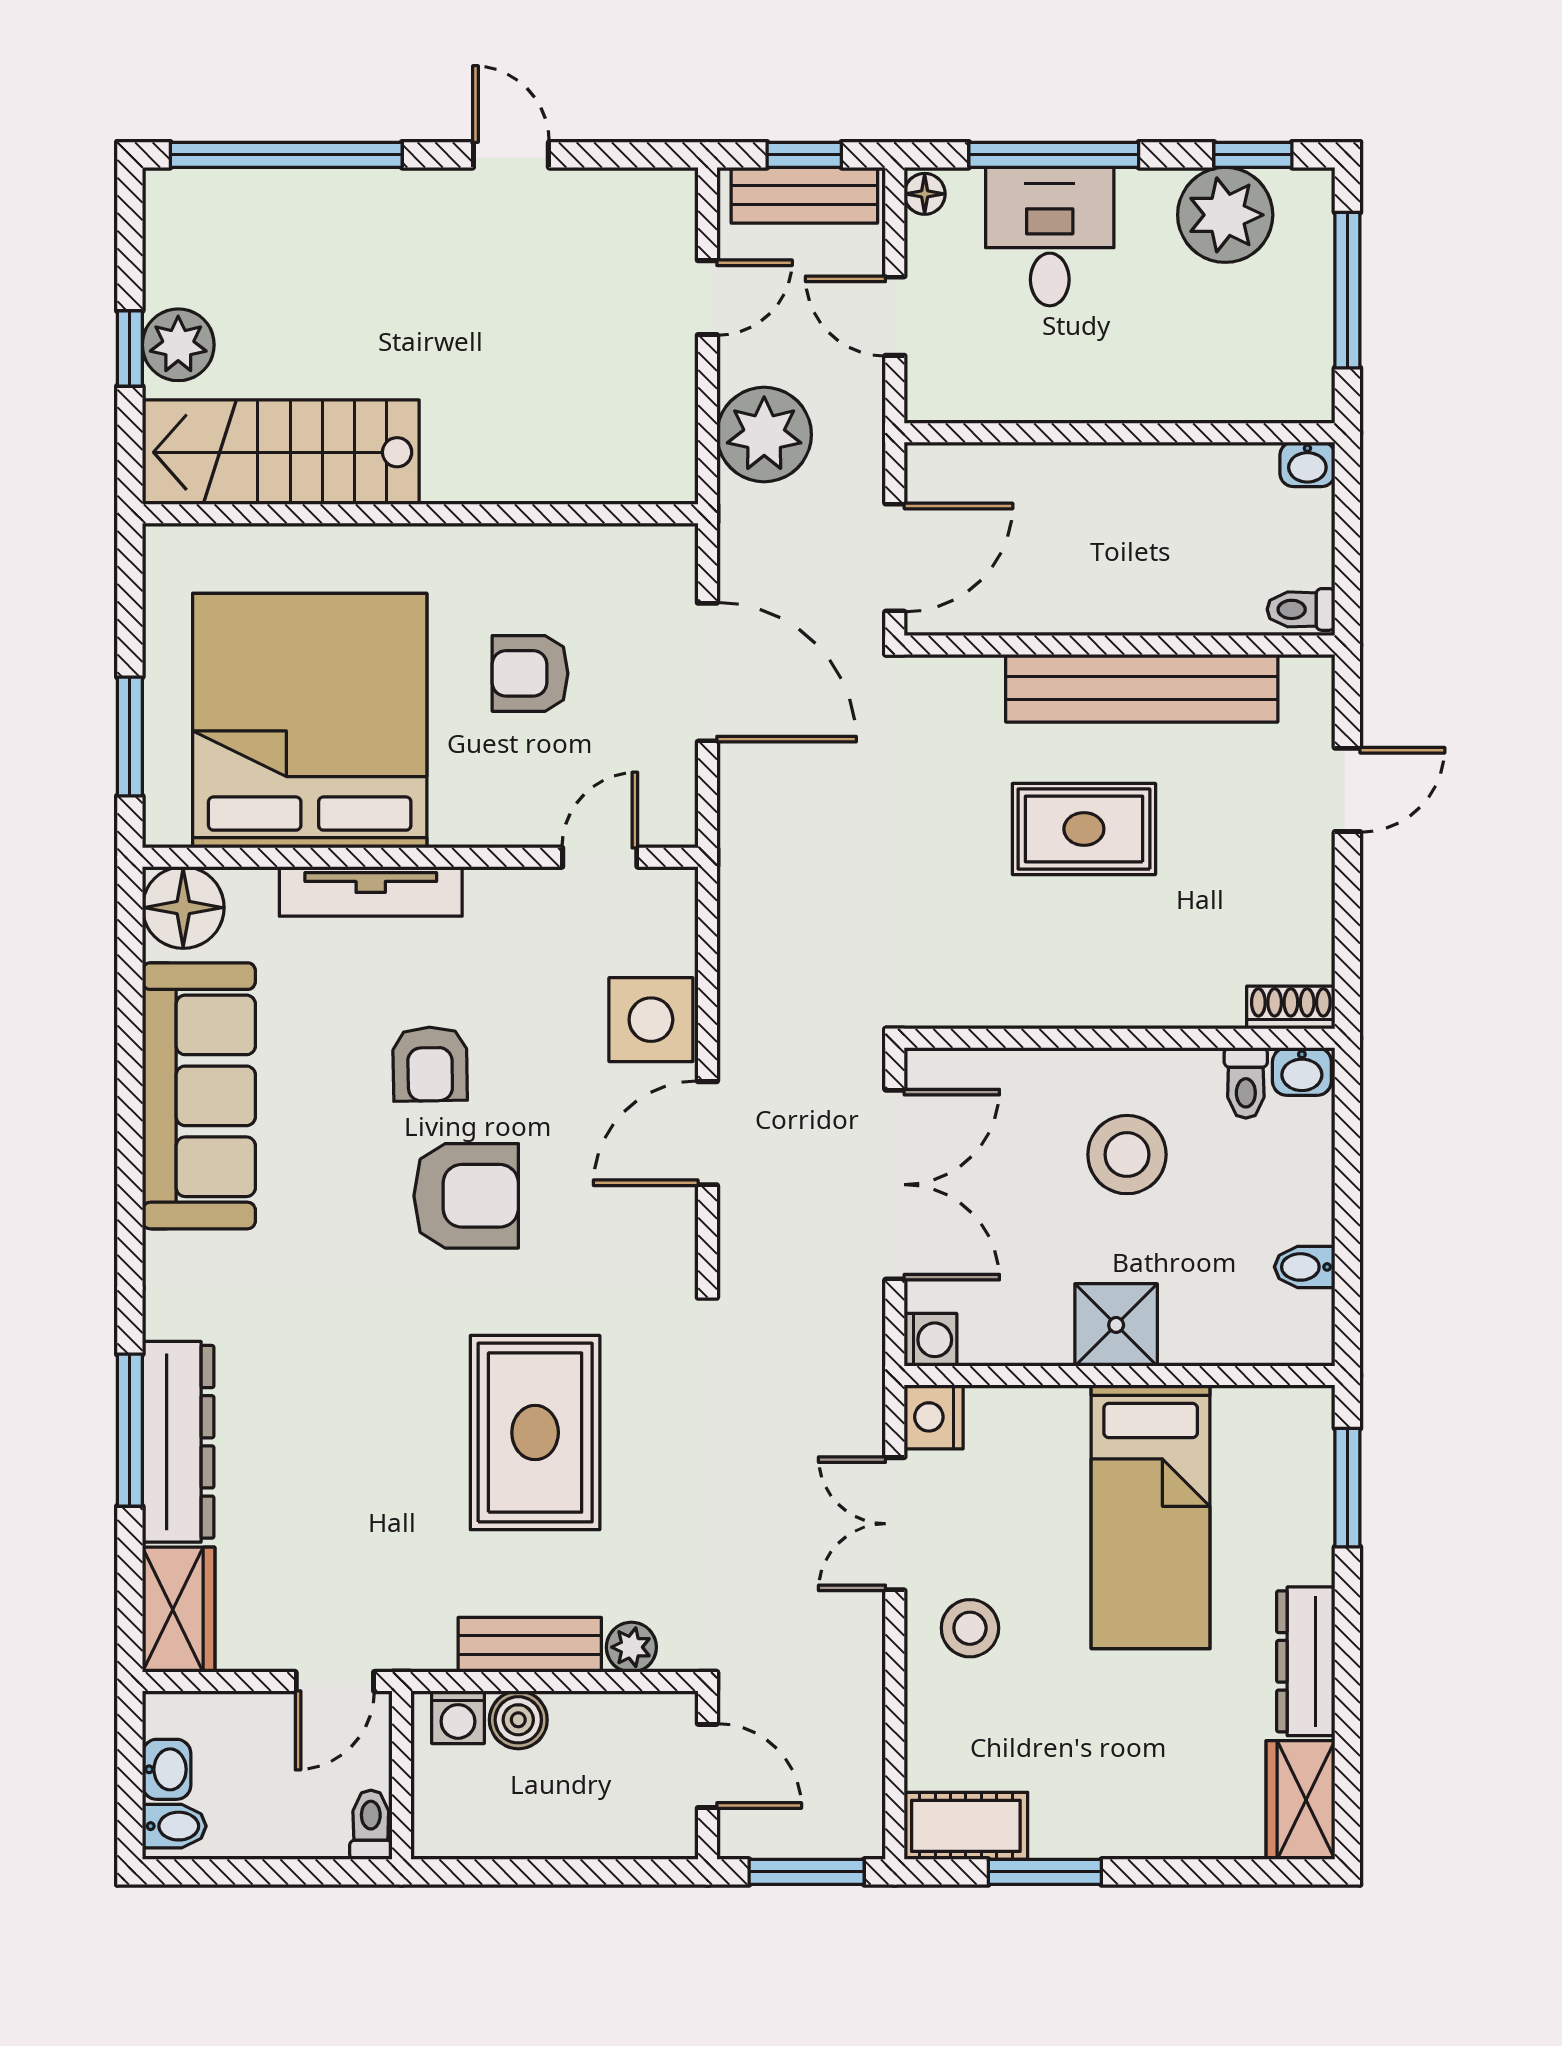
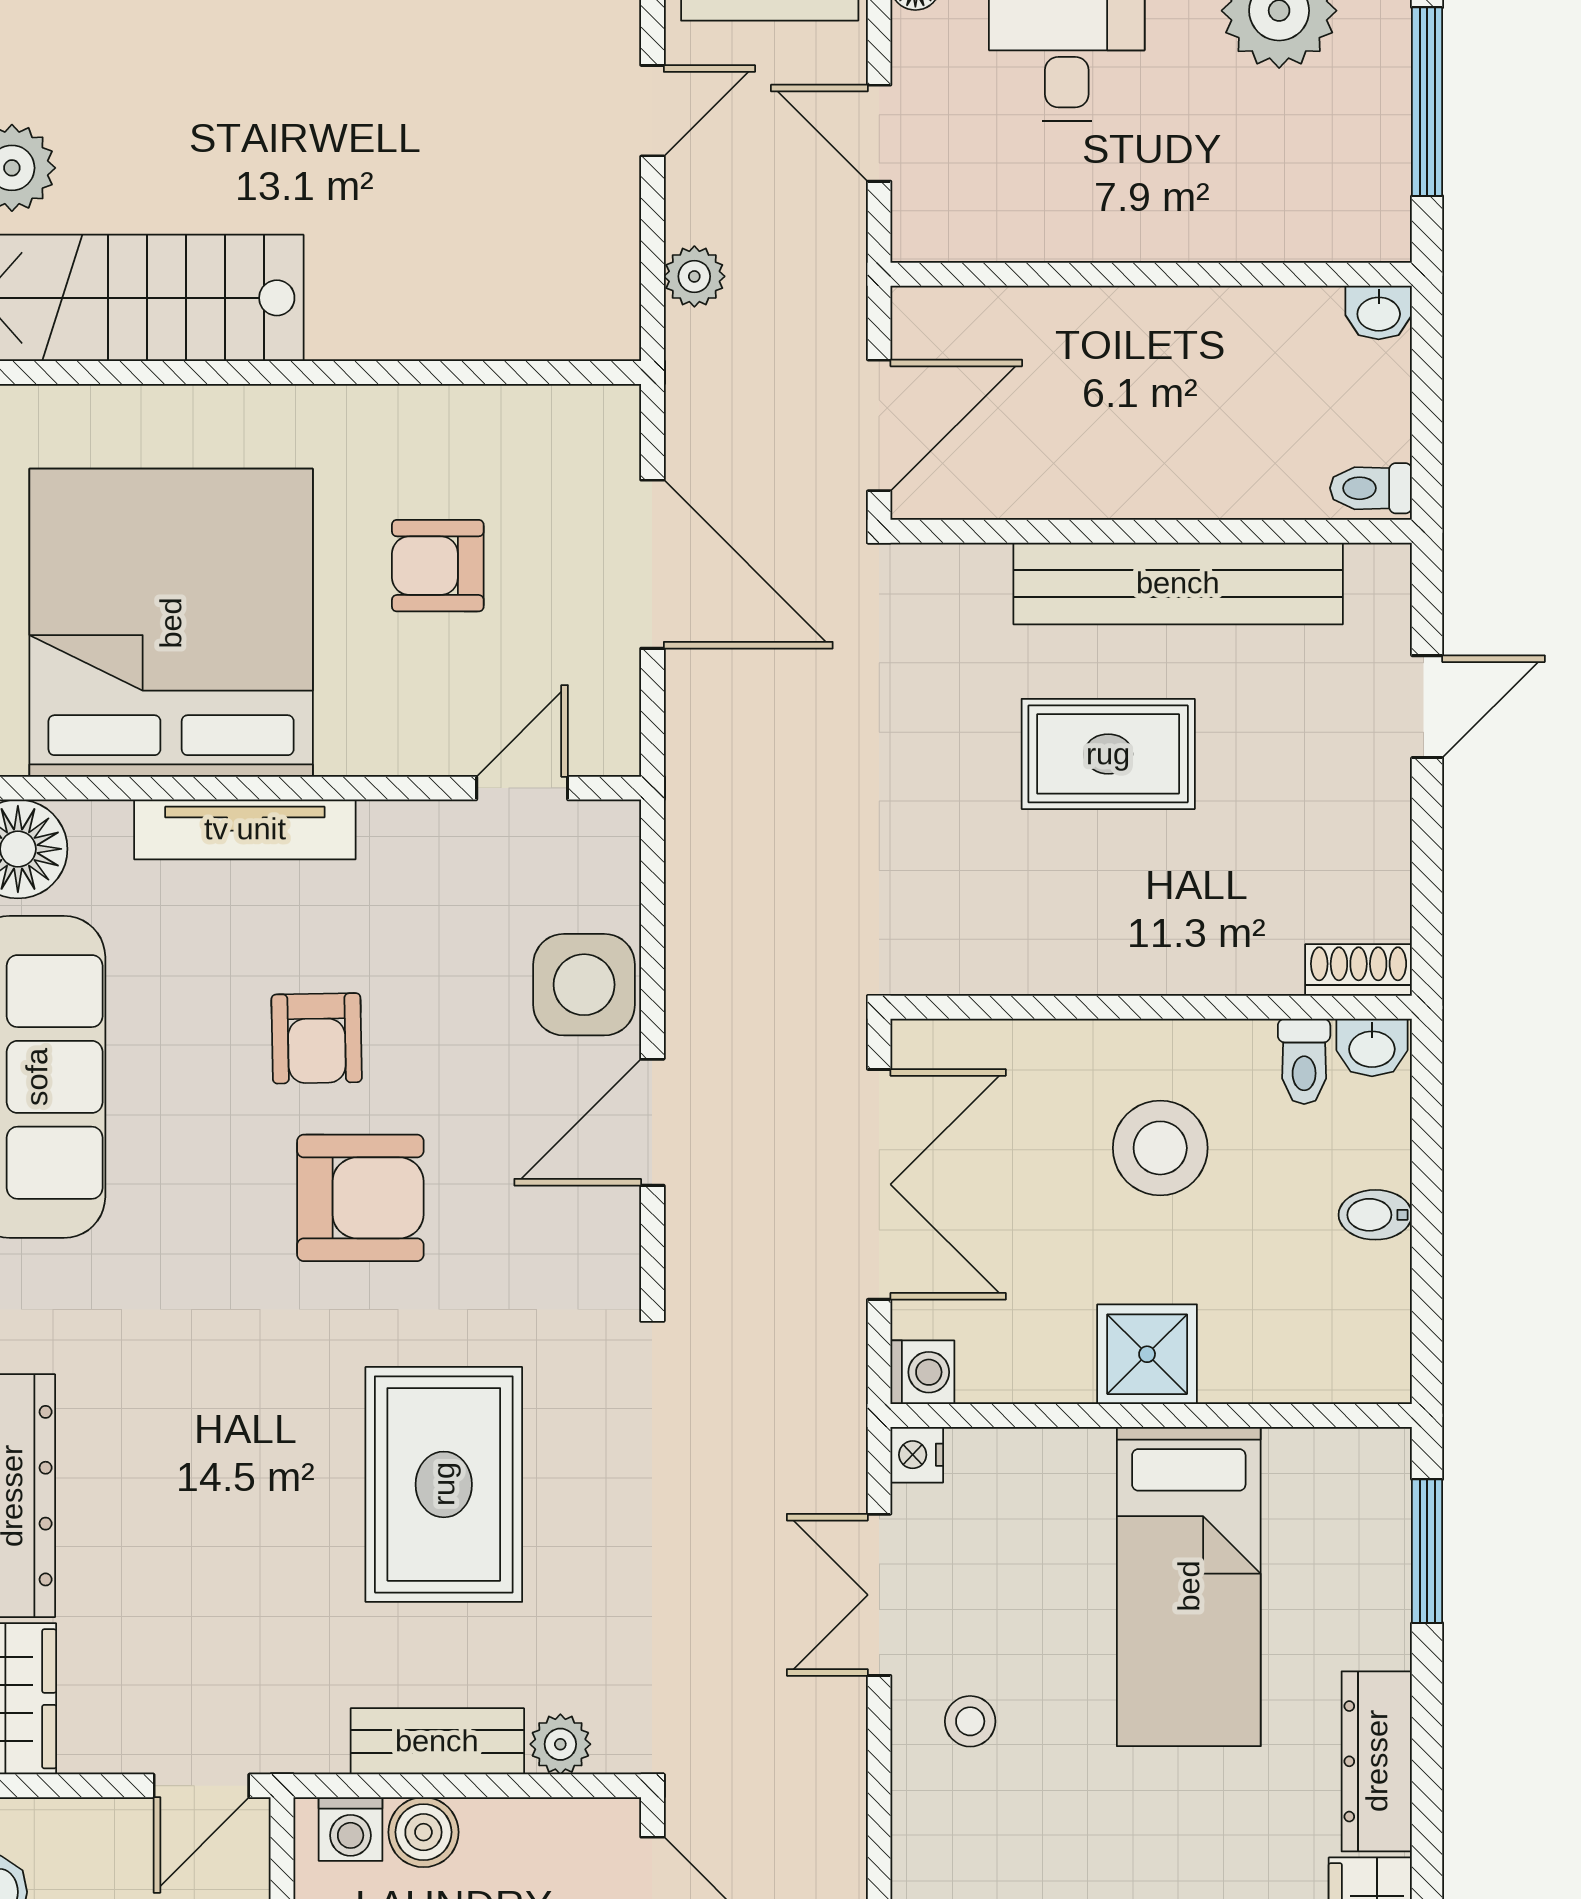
plant: (764, 435) -> (694, 276), width x0.53, depth x0.53
bidet: (1305, 1267) -> (1375, 1215), moved
nightstand: (934, 1417) -> (917, 1455), width x0.72, depth x0.74
stool: (970, 1628) -> (970, 1721), width x0.73, depth x0.73

